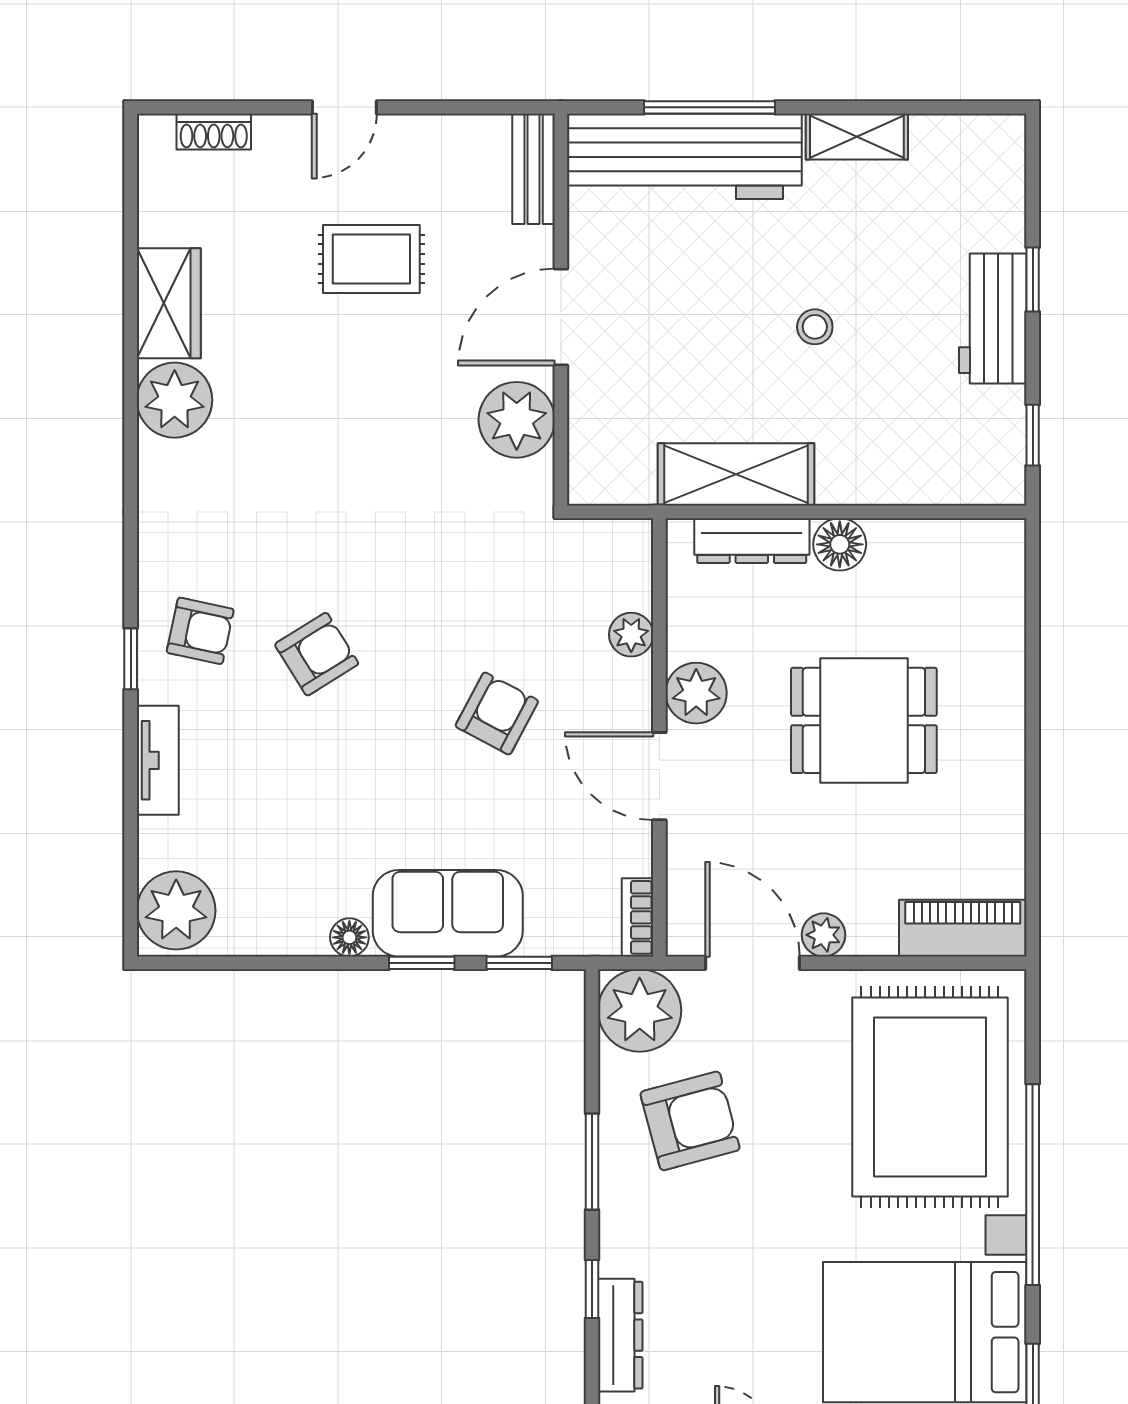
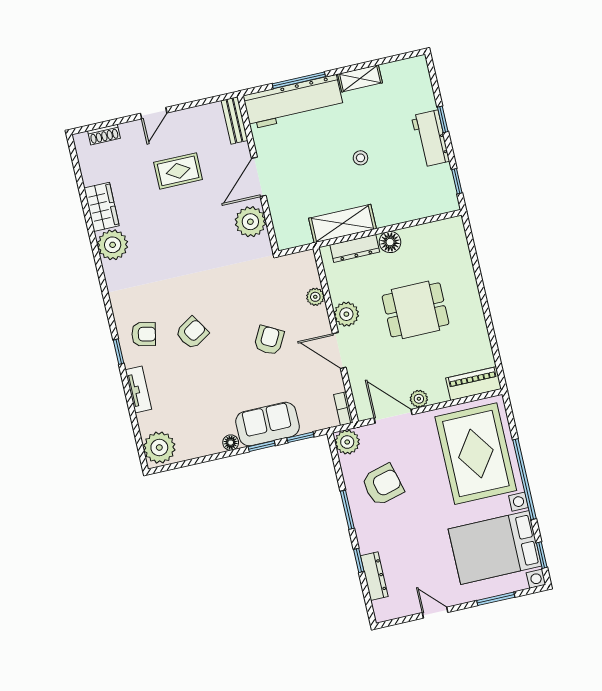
plant: (640, 1010) -> (347, 442), width x0.73, depth x0.73

